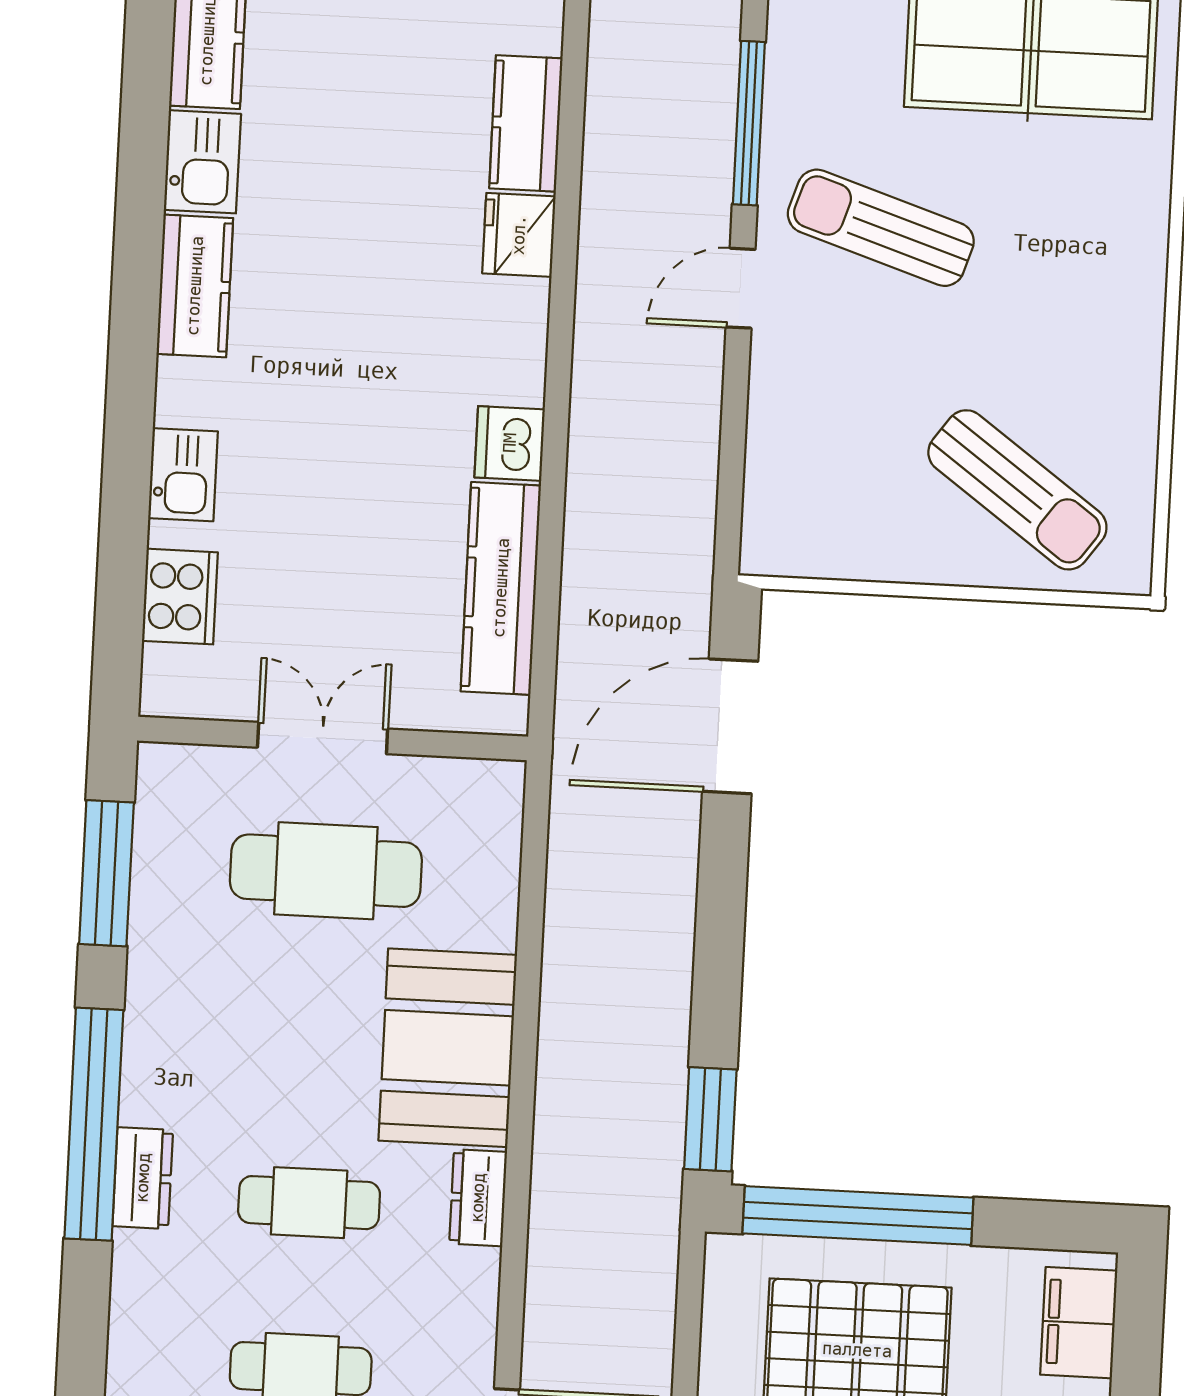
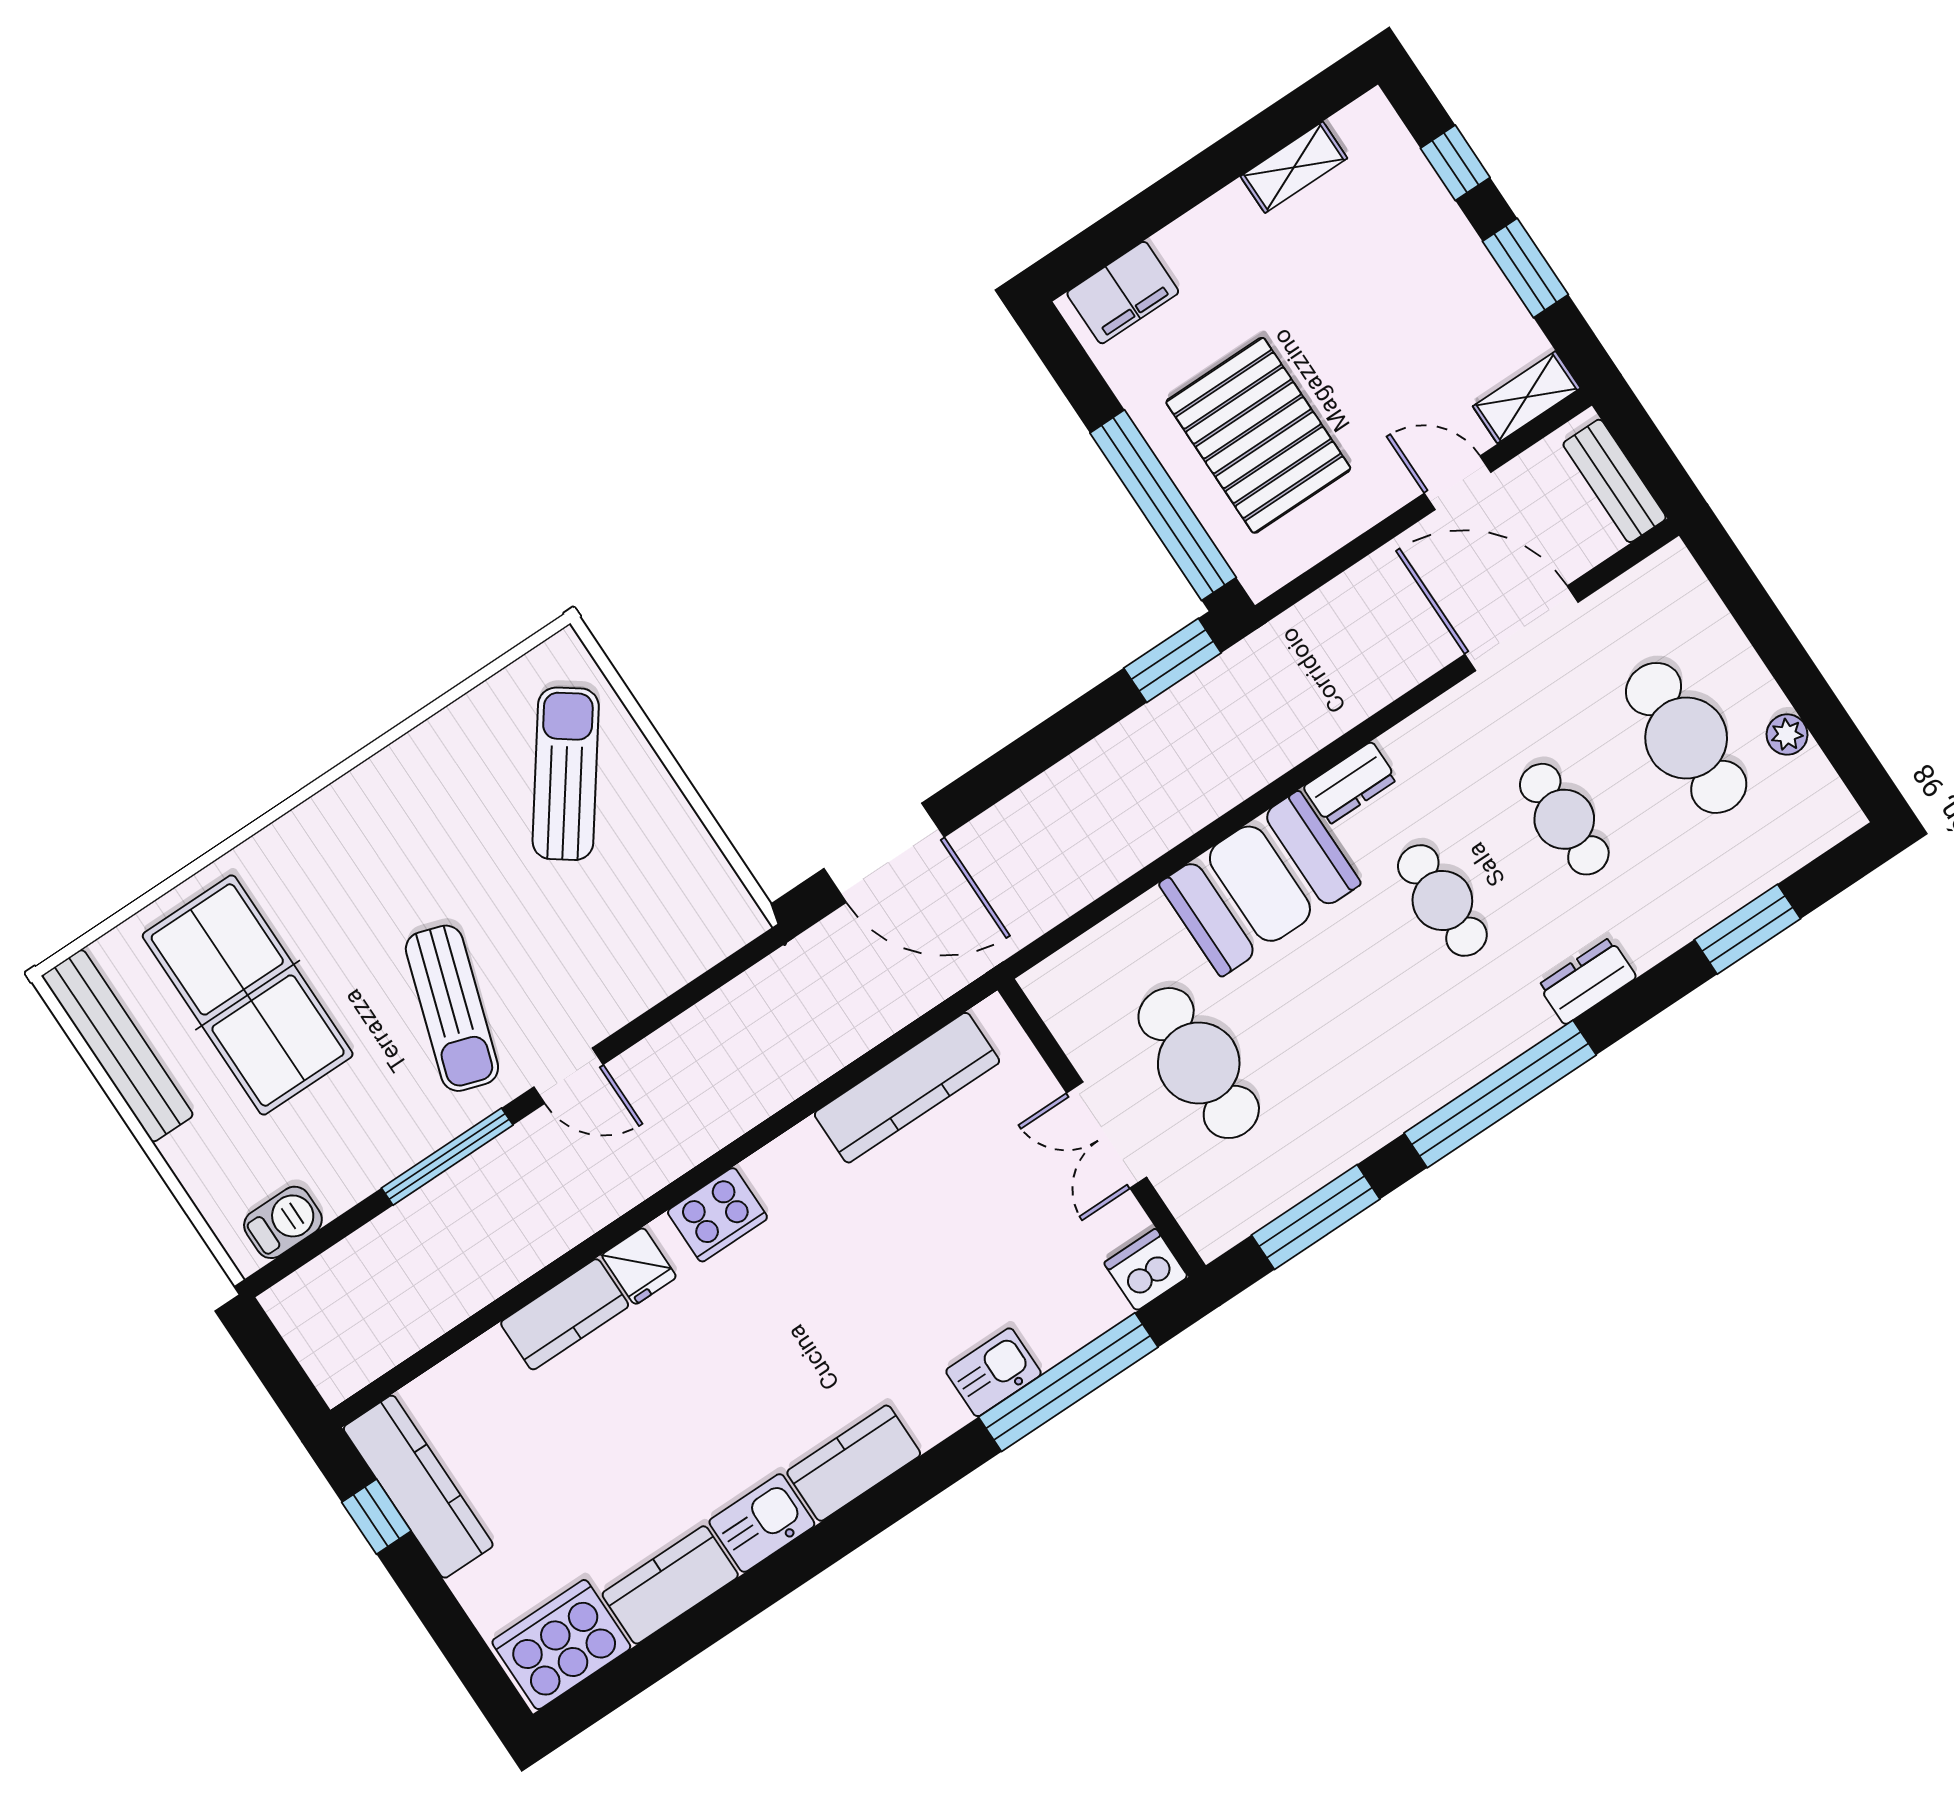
fridge: (519, 235) -> (639, 1266), width x0.72
dishwasher: (510, 443) -> (1146, 1270), moved, turned 180
window: (124, 536) -> (1068, 1382), added
cooker: (180, 597) -> (717, 1215), moved, turned 180
dresser: (143, 1178) -> (1587, 981), moved

